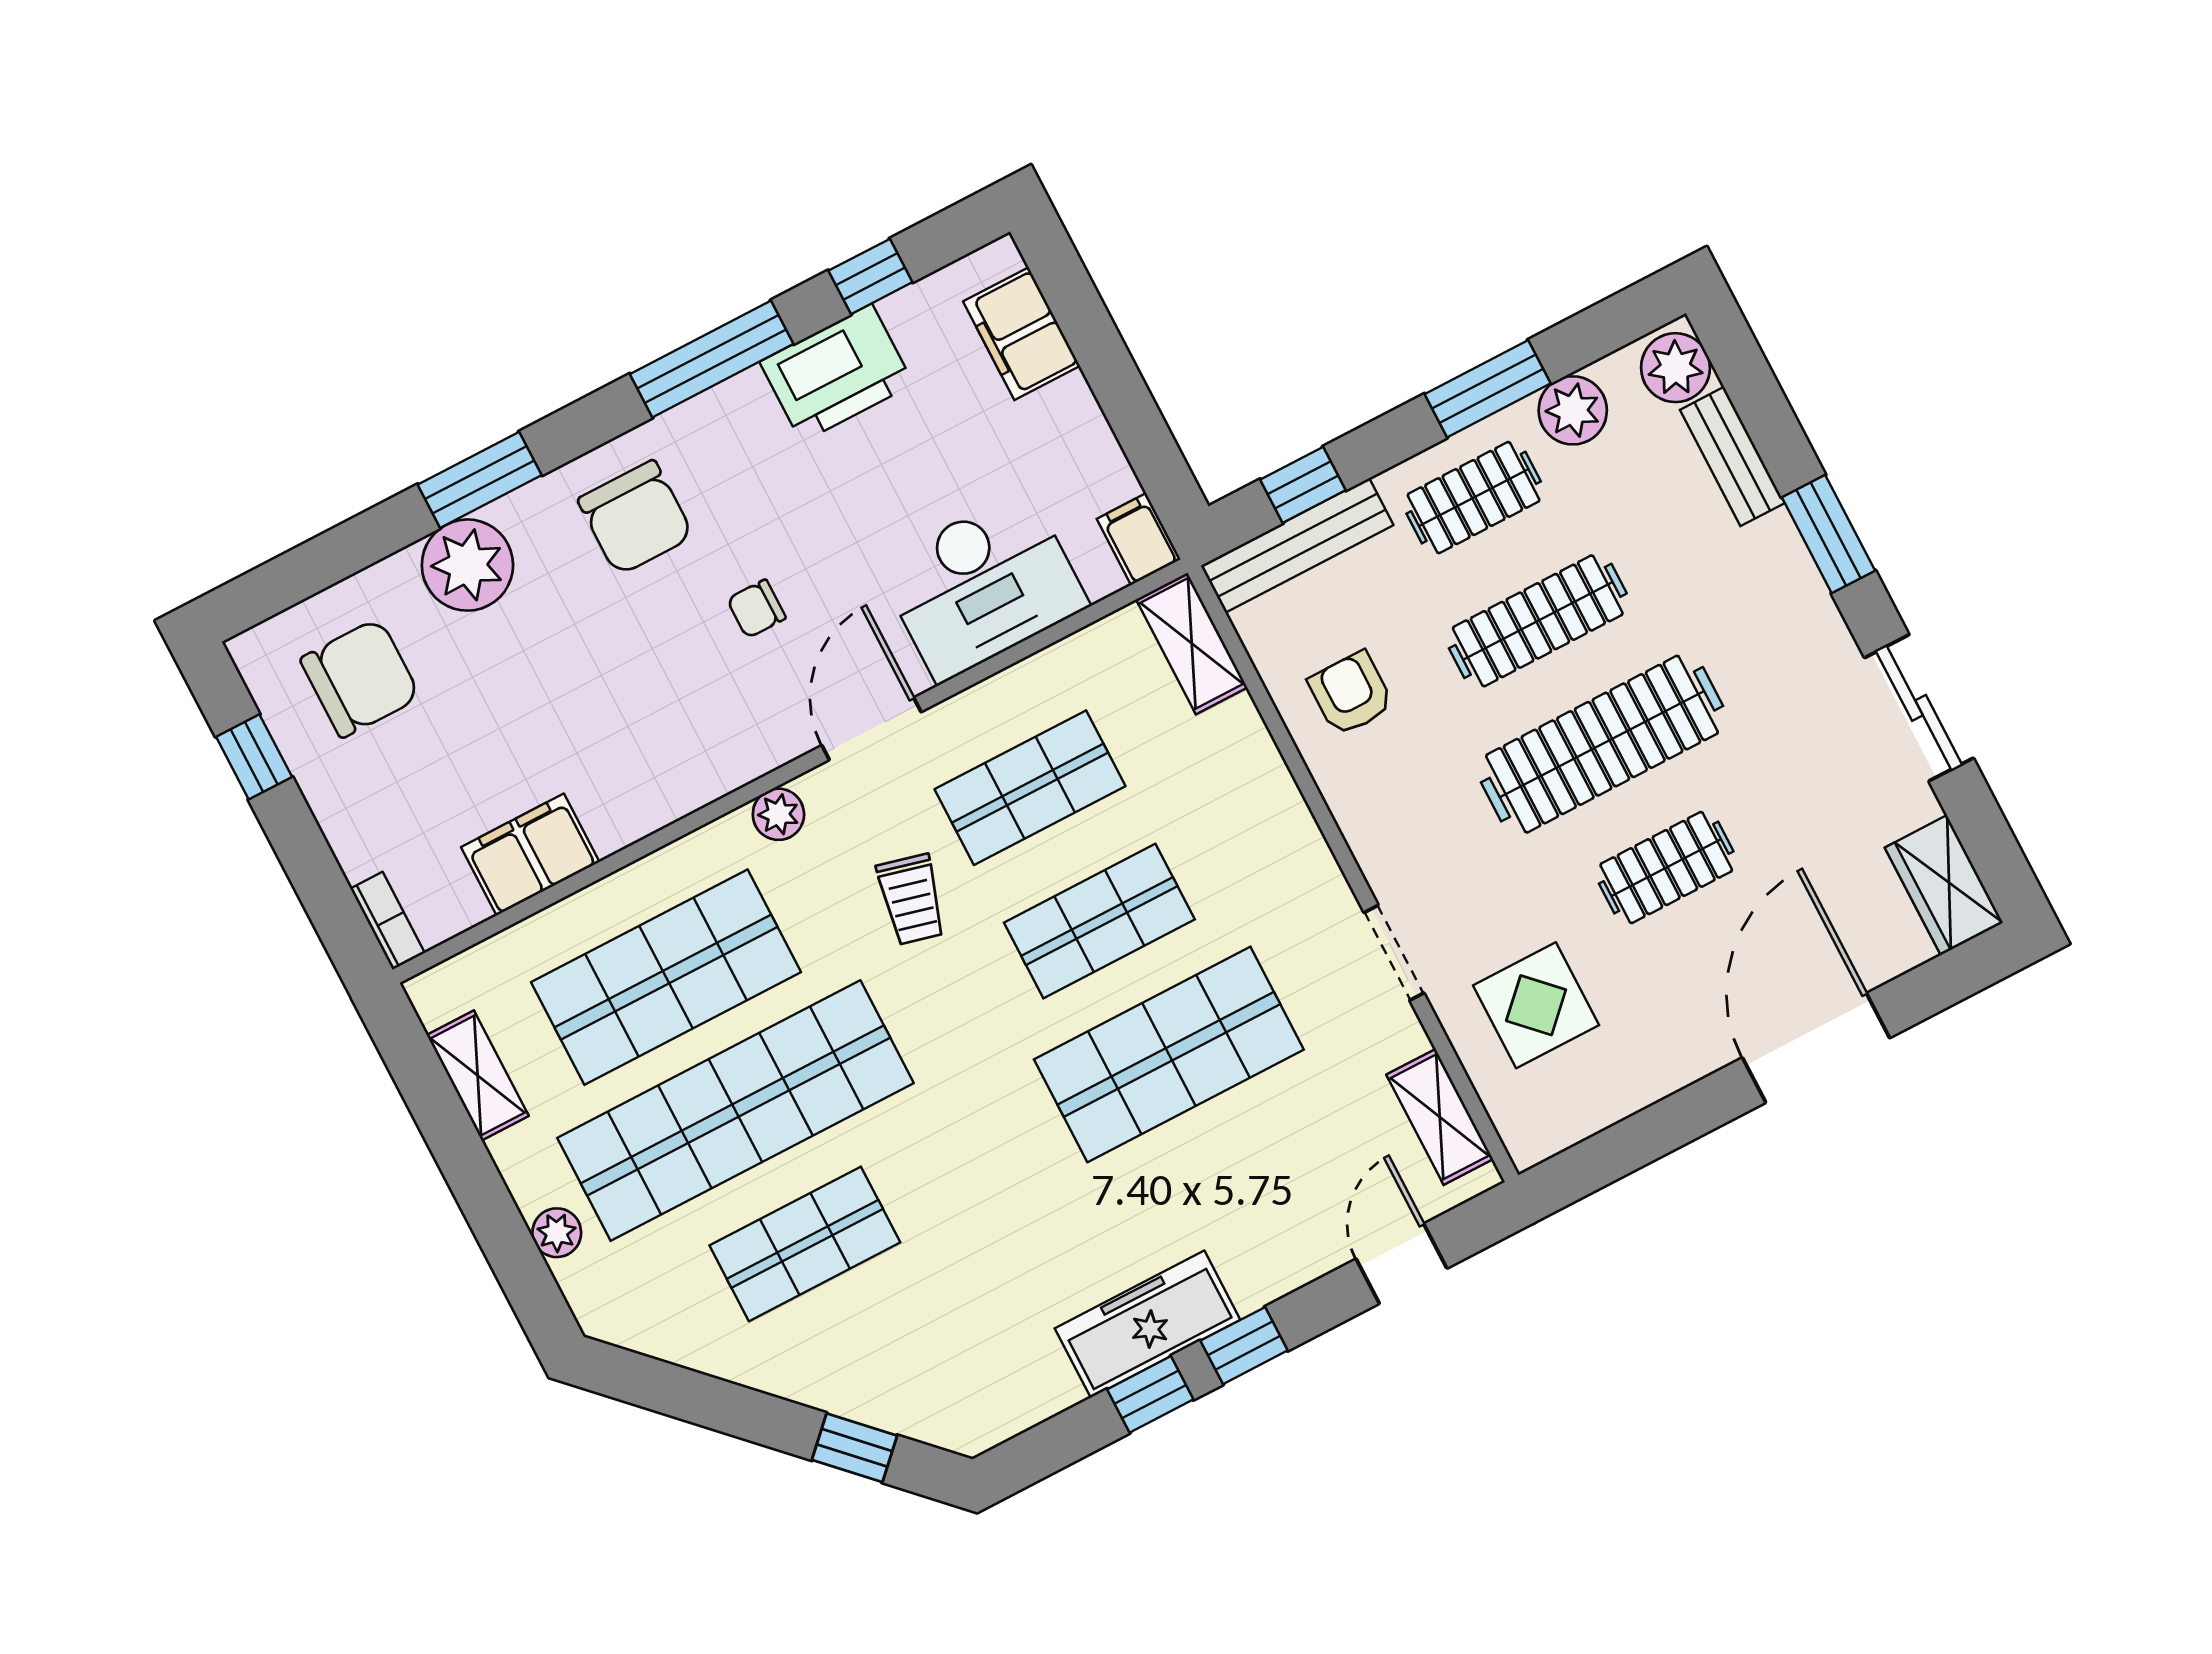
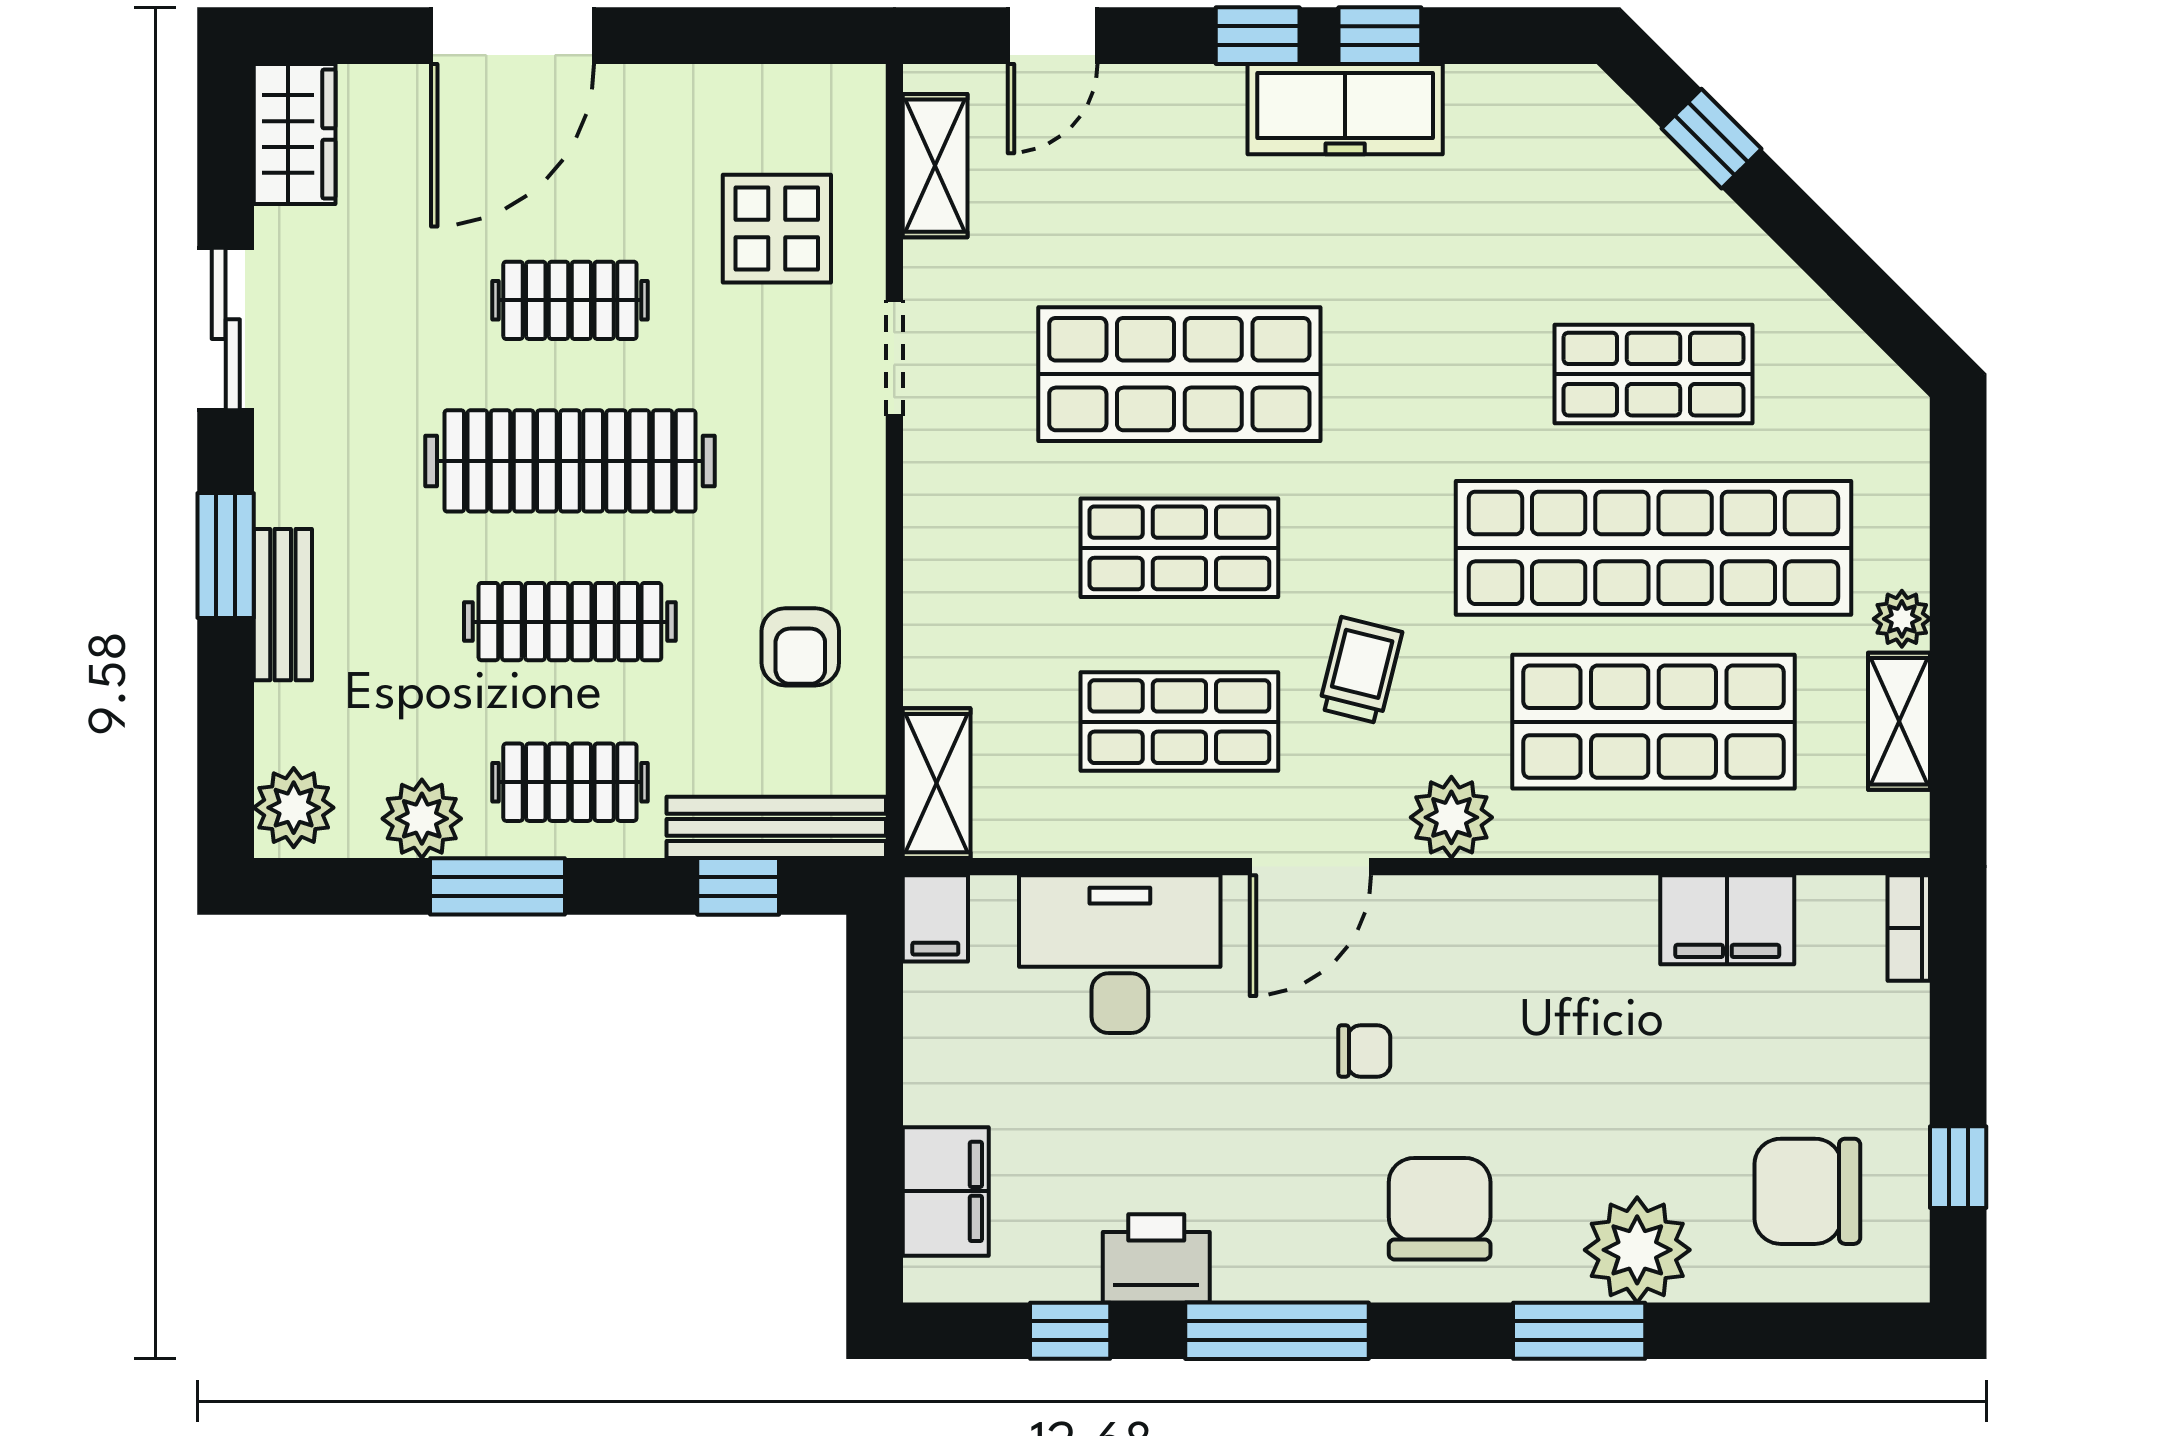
printer: (837, 373) -> (1156, 1258), width x0.73, depth x0.84
bench: (1732, 456) -> (283, 605), moved
plant: (778, 814) -> (1451, 817), width x1.38, depth x1.38
plant: (557, 1233) -> (1902, 619), moved

